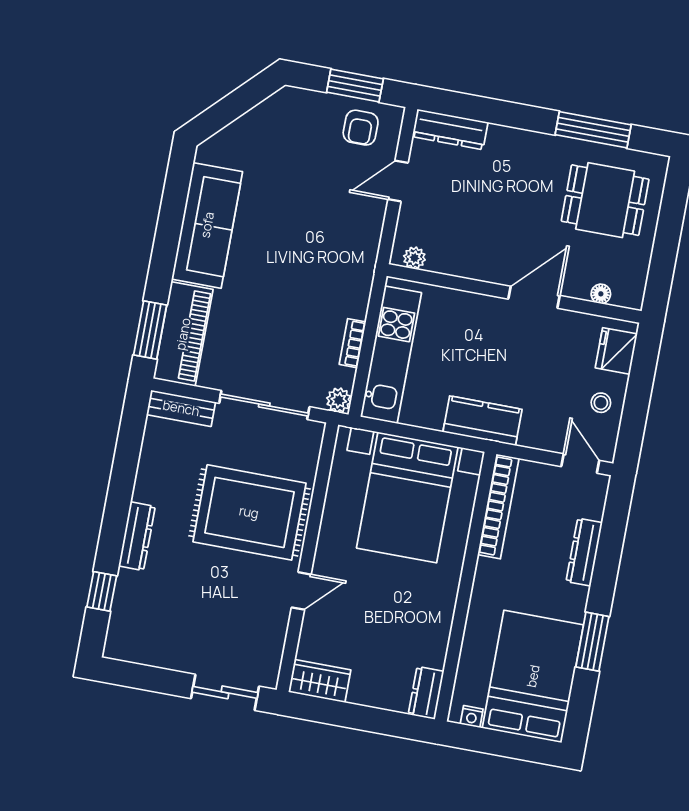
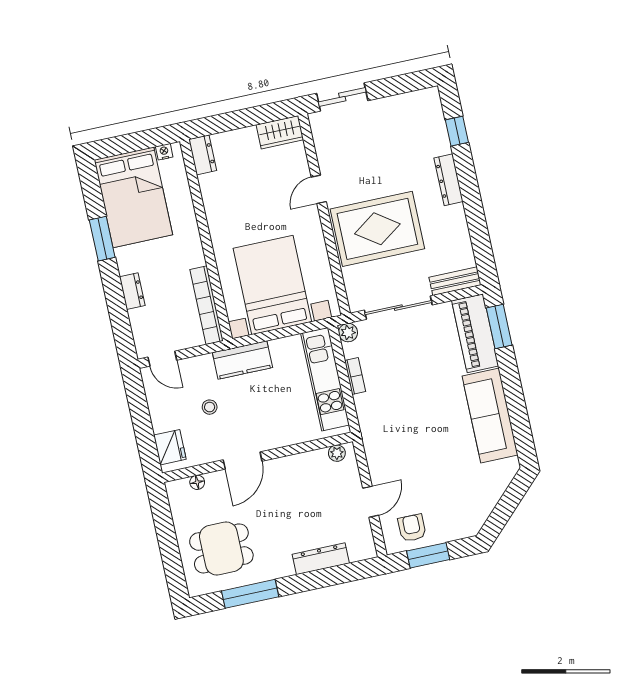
dresser: (450, 129) -> (321, 559), moved
stool: (601, 403) -> (210, 407), moved
dresser: (584, 552) -> (132, 291), width x0.70

